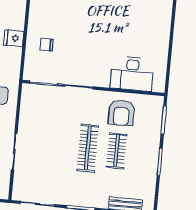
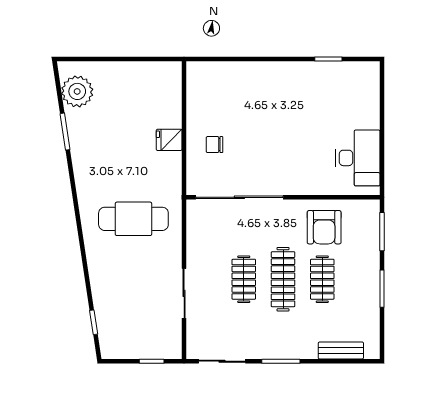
desk: (132, 74) -> (358, 158), moved, turned -90
clothes rail: (59, 145) -> (244, 279), added

